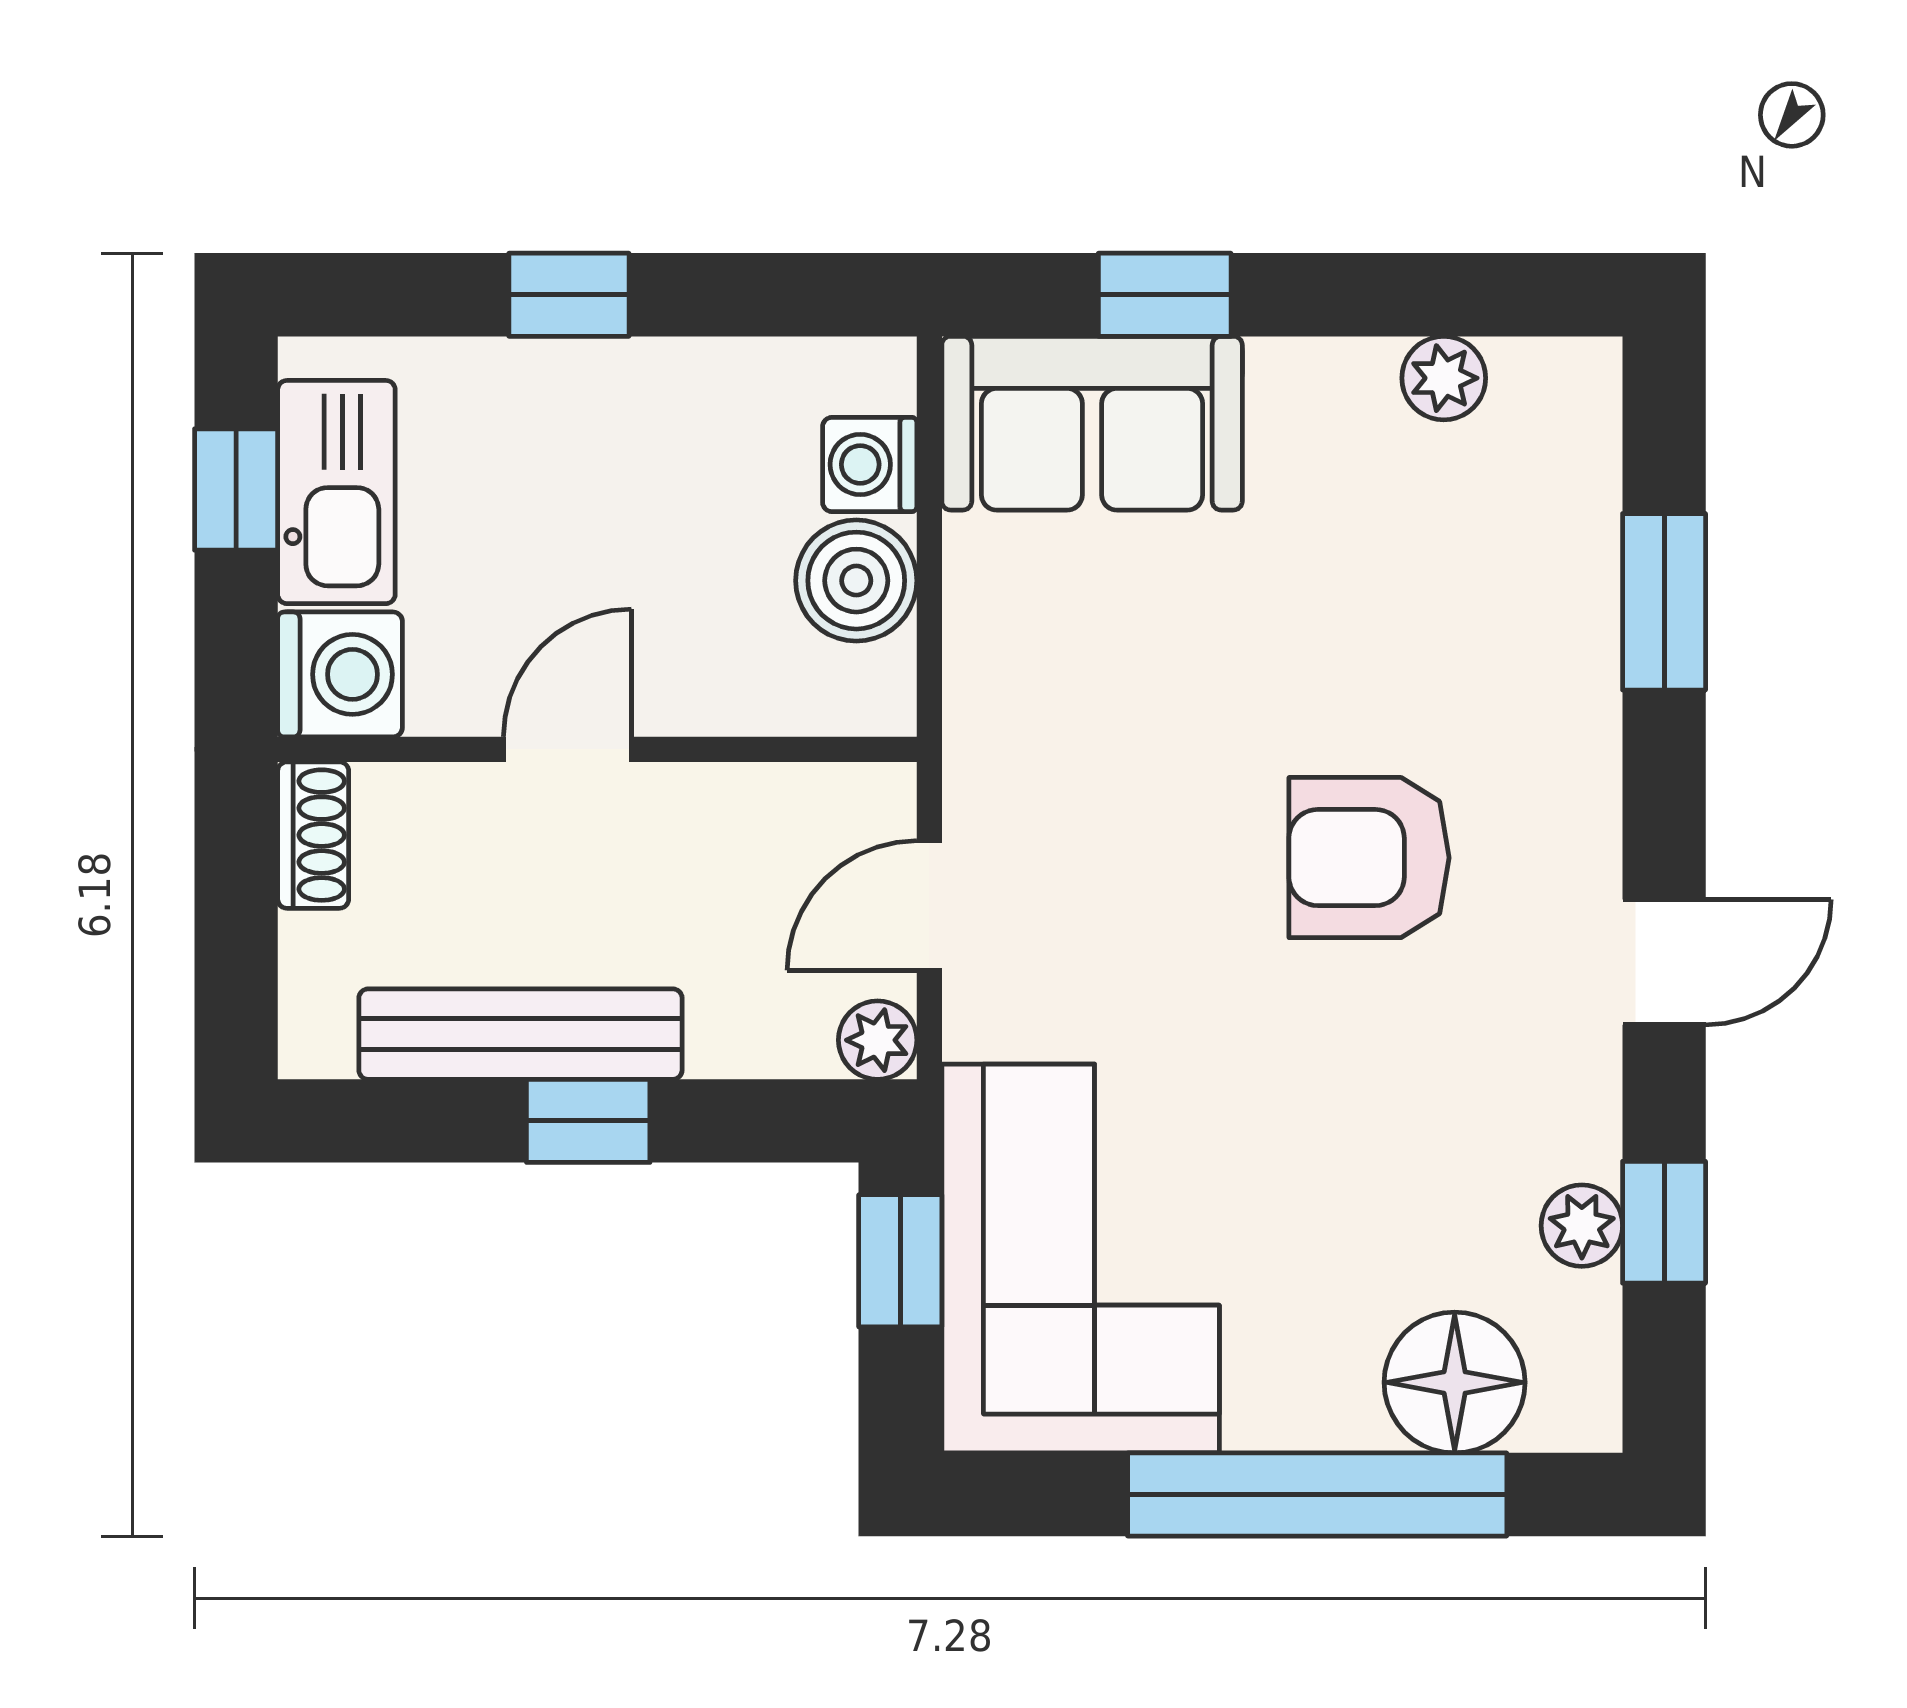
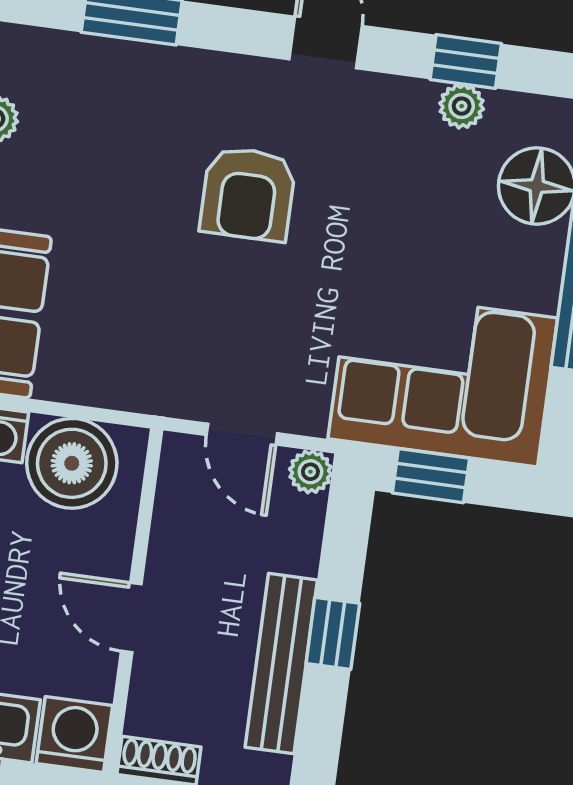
boiler: (856, 581) -> (72, 463), width x1.37, depth x1.37

